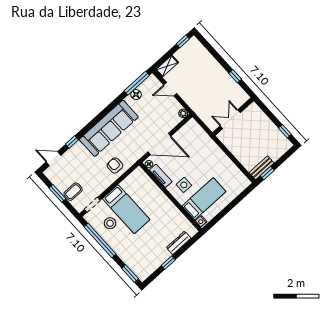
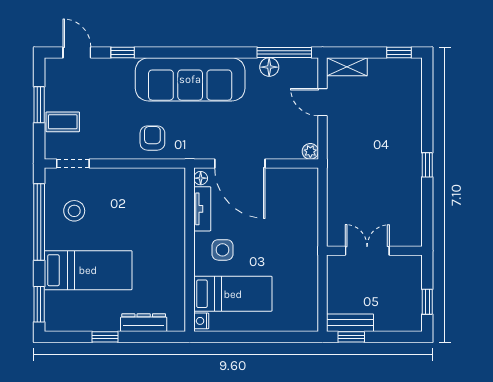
wall: (233, 117) -> (374, 251), moved
double door: (230, 119) -> (367, 251), moved
bed: (126, 209) -> (88, 270), moved, turned -90

